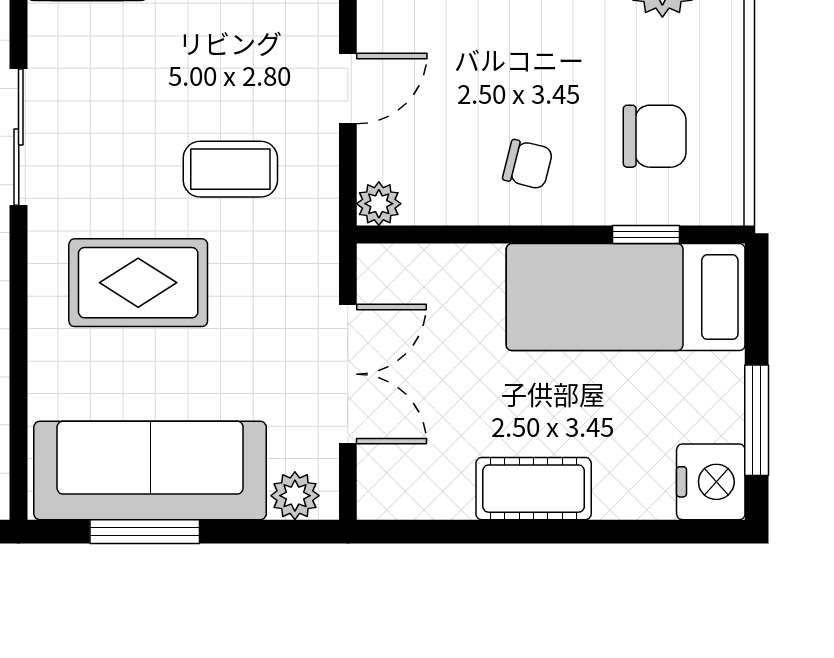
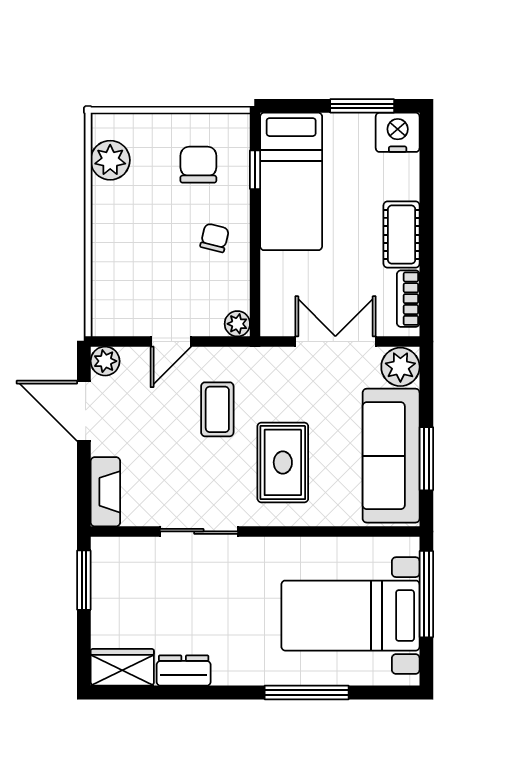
door: (348, 88) -> (171, 342), swing flipped
plant: (295, 496) -> (400, 367), width x1.38, depth x1.38
bookcase: (422, 500) -> (408, 299), added

